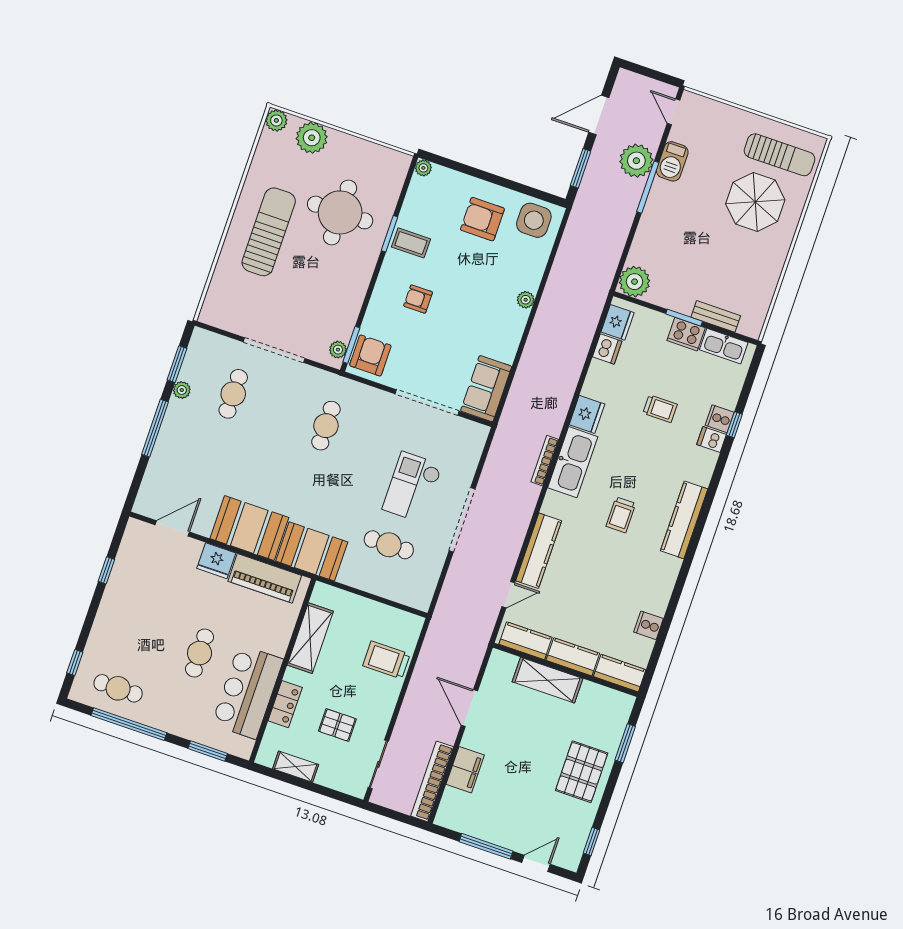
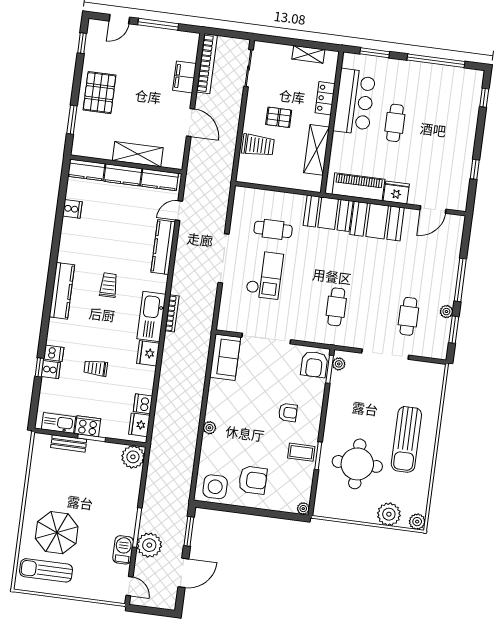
cafe table: (118, 688) -> (449, 85), removed
pallet: (337, 725) -> (279, 117), moved

